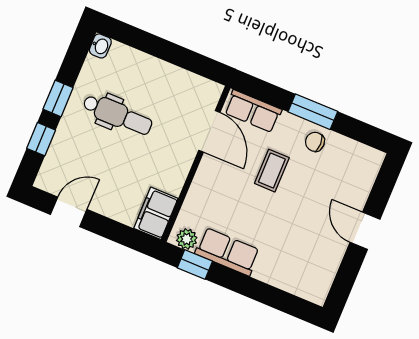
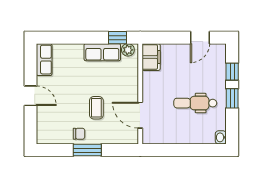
row of seats: (253, 111) -> (44, 60), moved, turned 90

